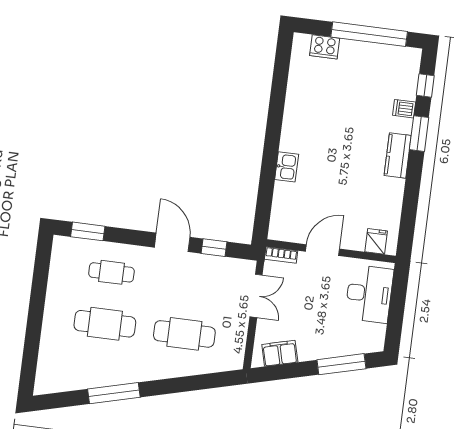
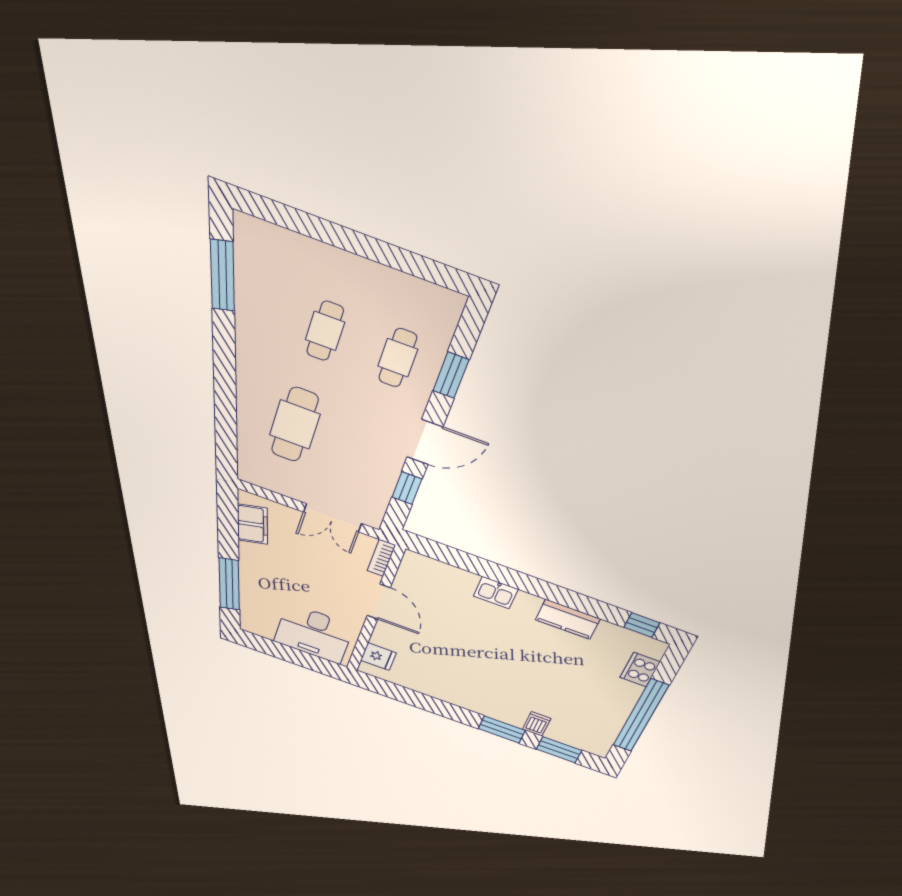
window: (283, 57) -> (642, 625), added
window: (425, 86) -> (559, 750), width x1.50
kitchen counter: (398, 155) -> (568, 619), moved, turned 180
window: (88, 231) -> (451, 375), moved
cafe table: (105, 324) -> (325, 331), width x0.73, depth x0.74
window: (114, 393) -> (222, 275), moved

